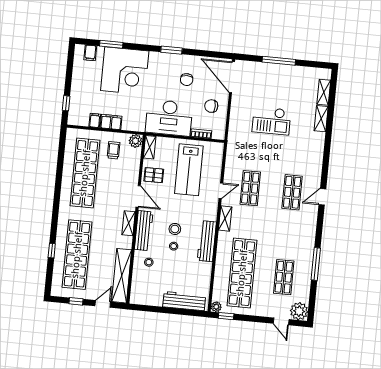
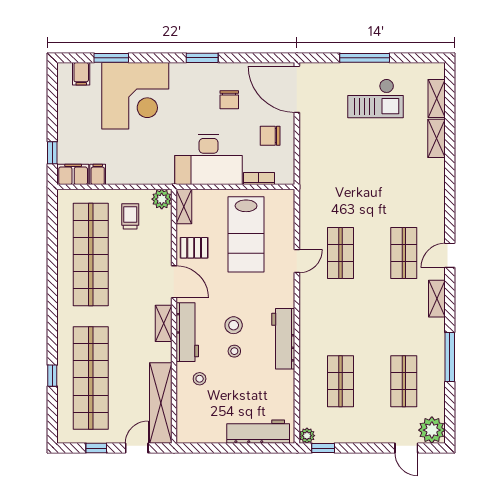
checkout: (272, 121) -> (375, 98), moved
filing cabinet: (111, 122) -> (73, 174), moved
shelving: (225, 219) -> (437, 299), moved
shop shelf: (242, 273) -> (341, 381), width x0.50, depth x0.74

